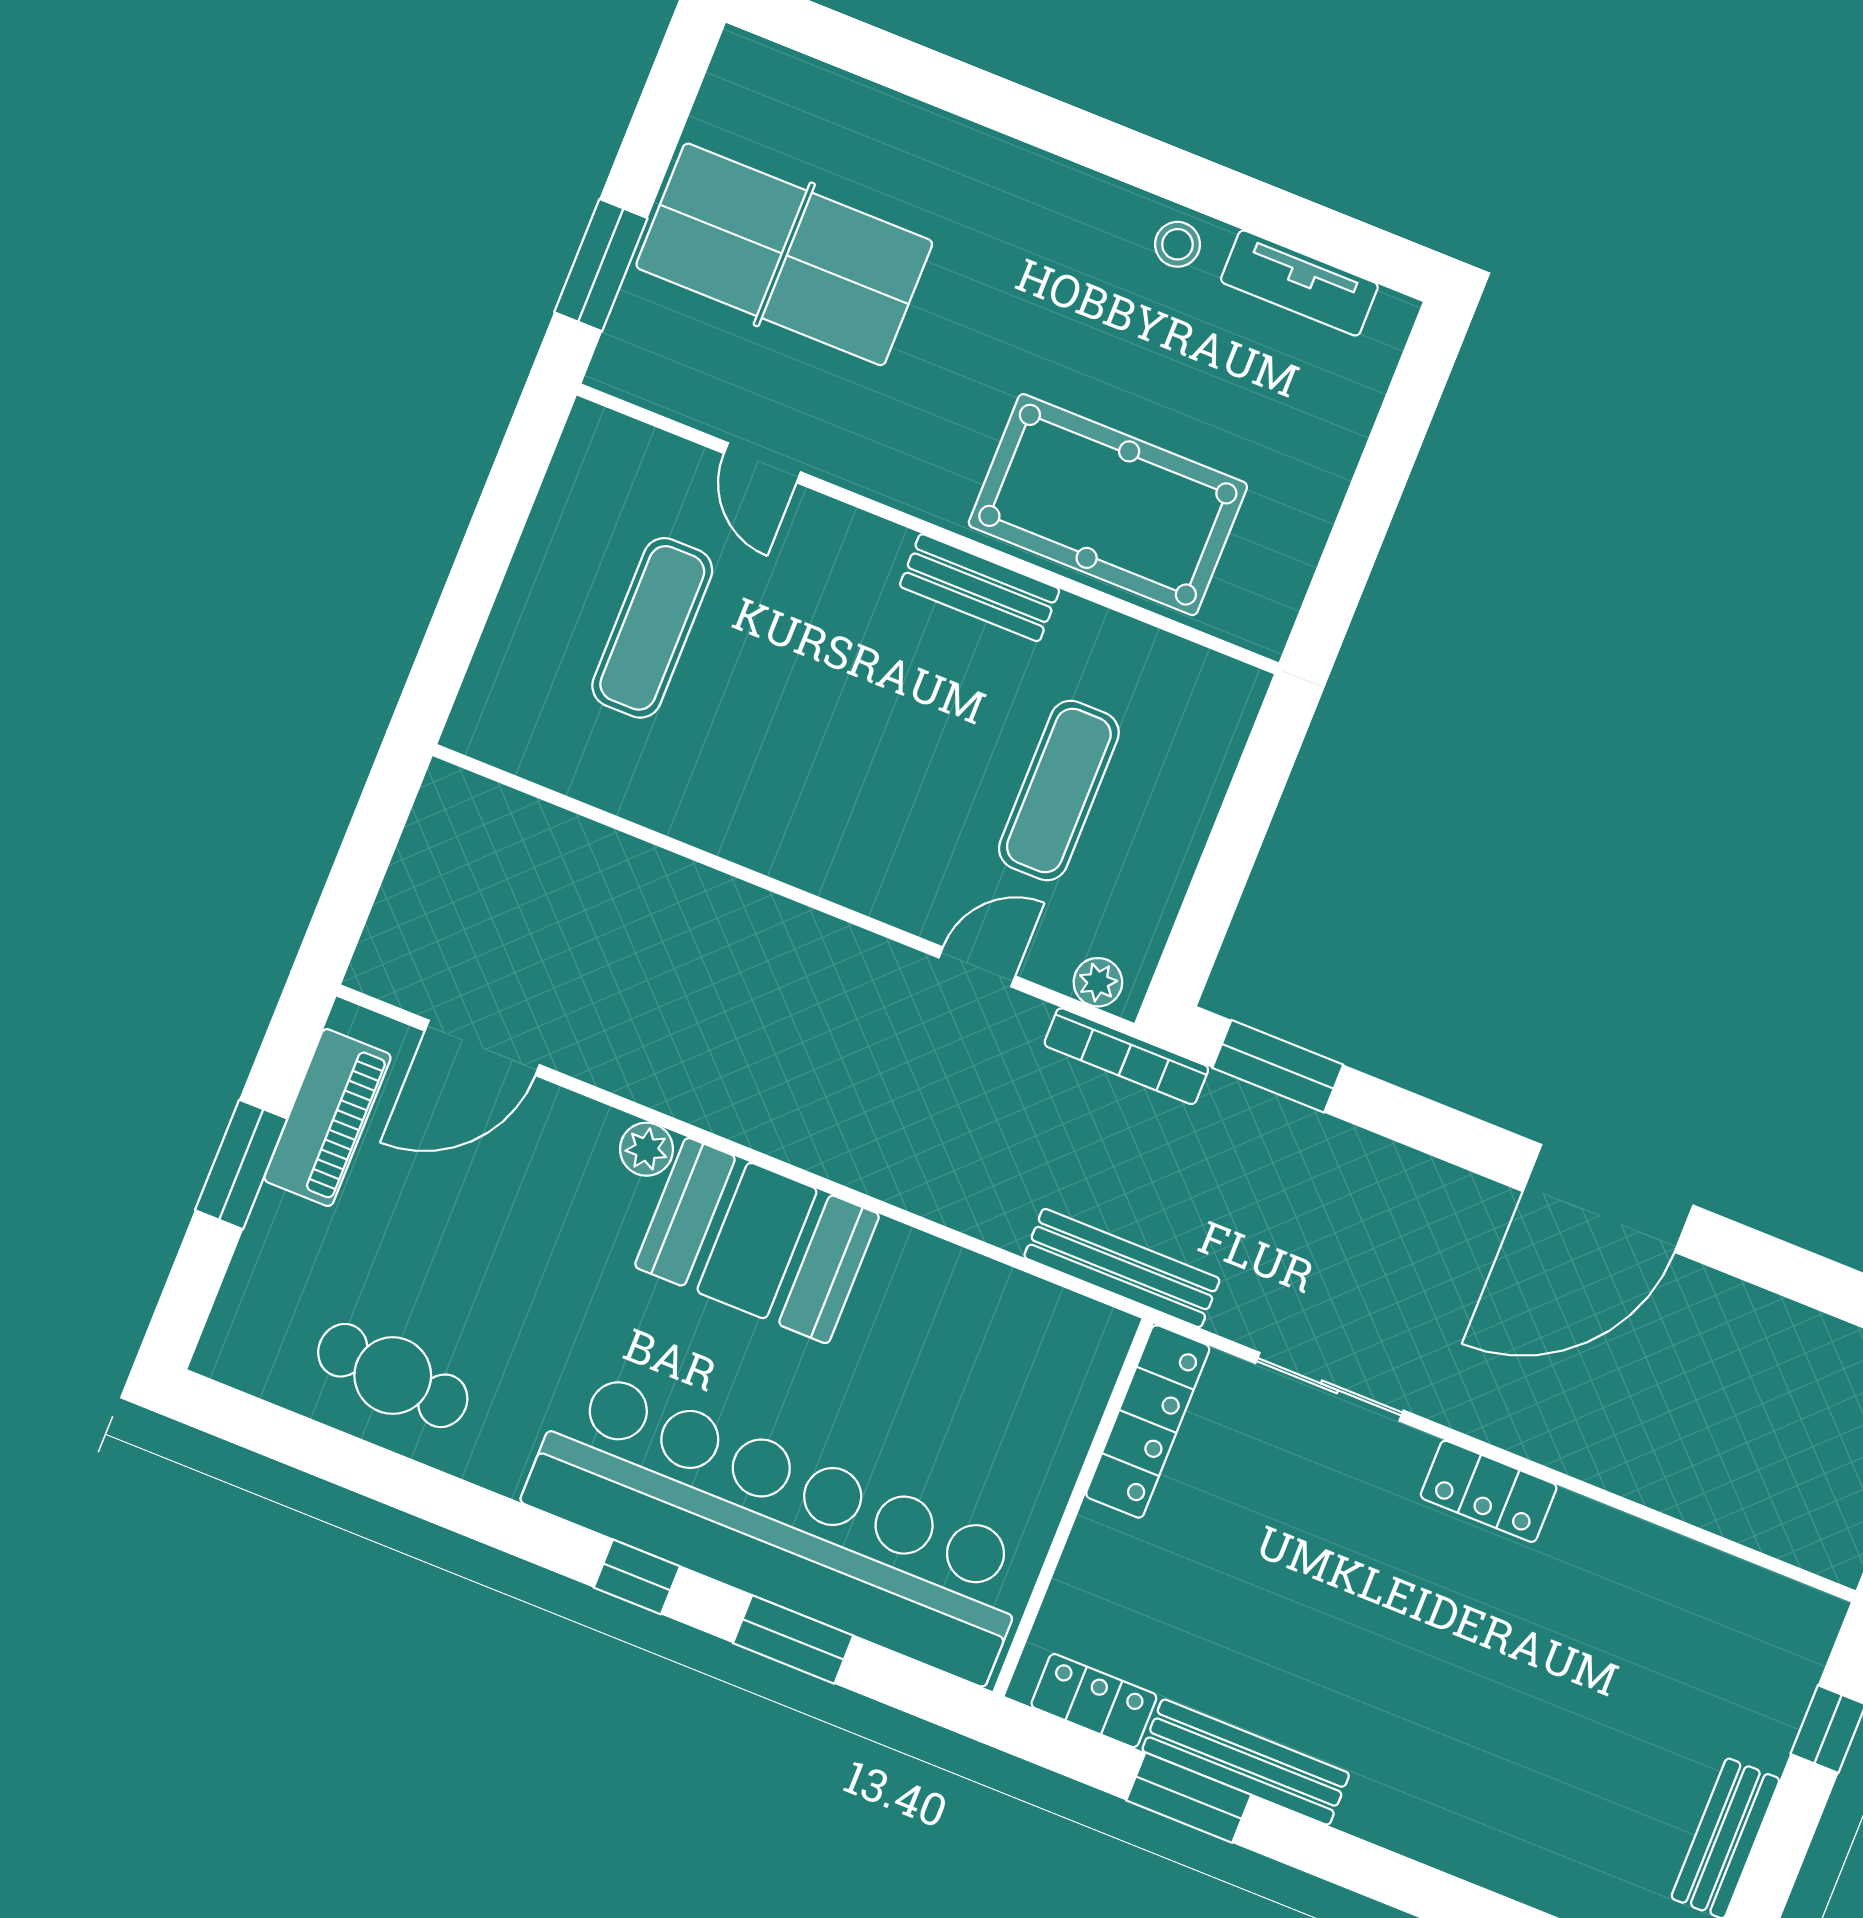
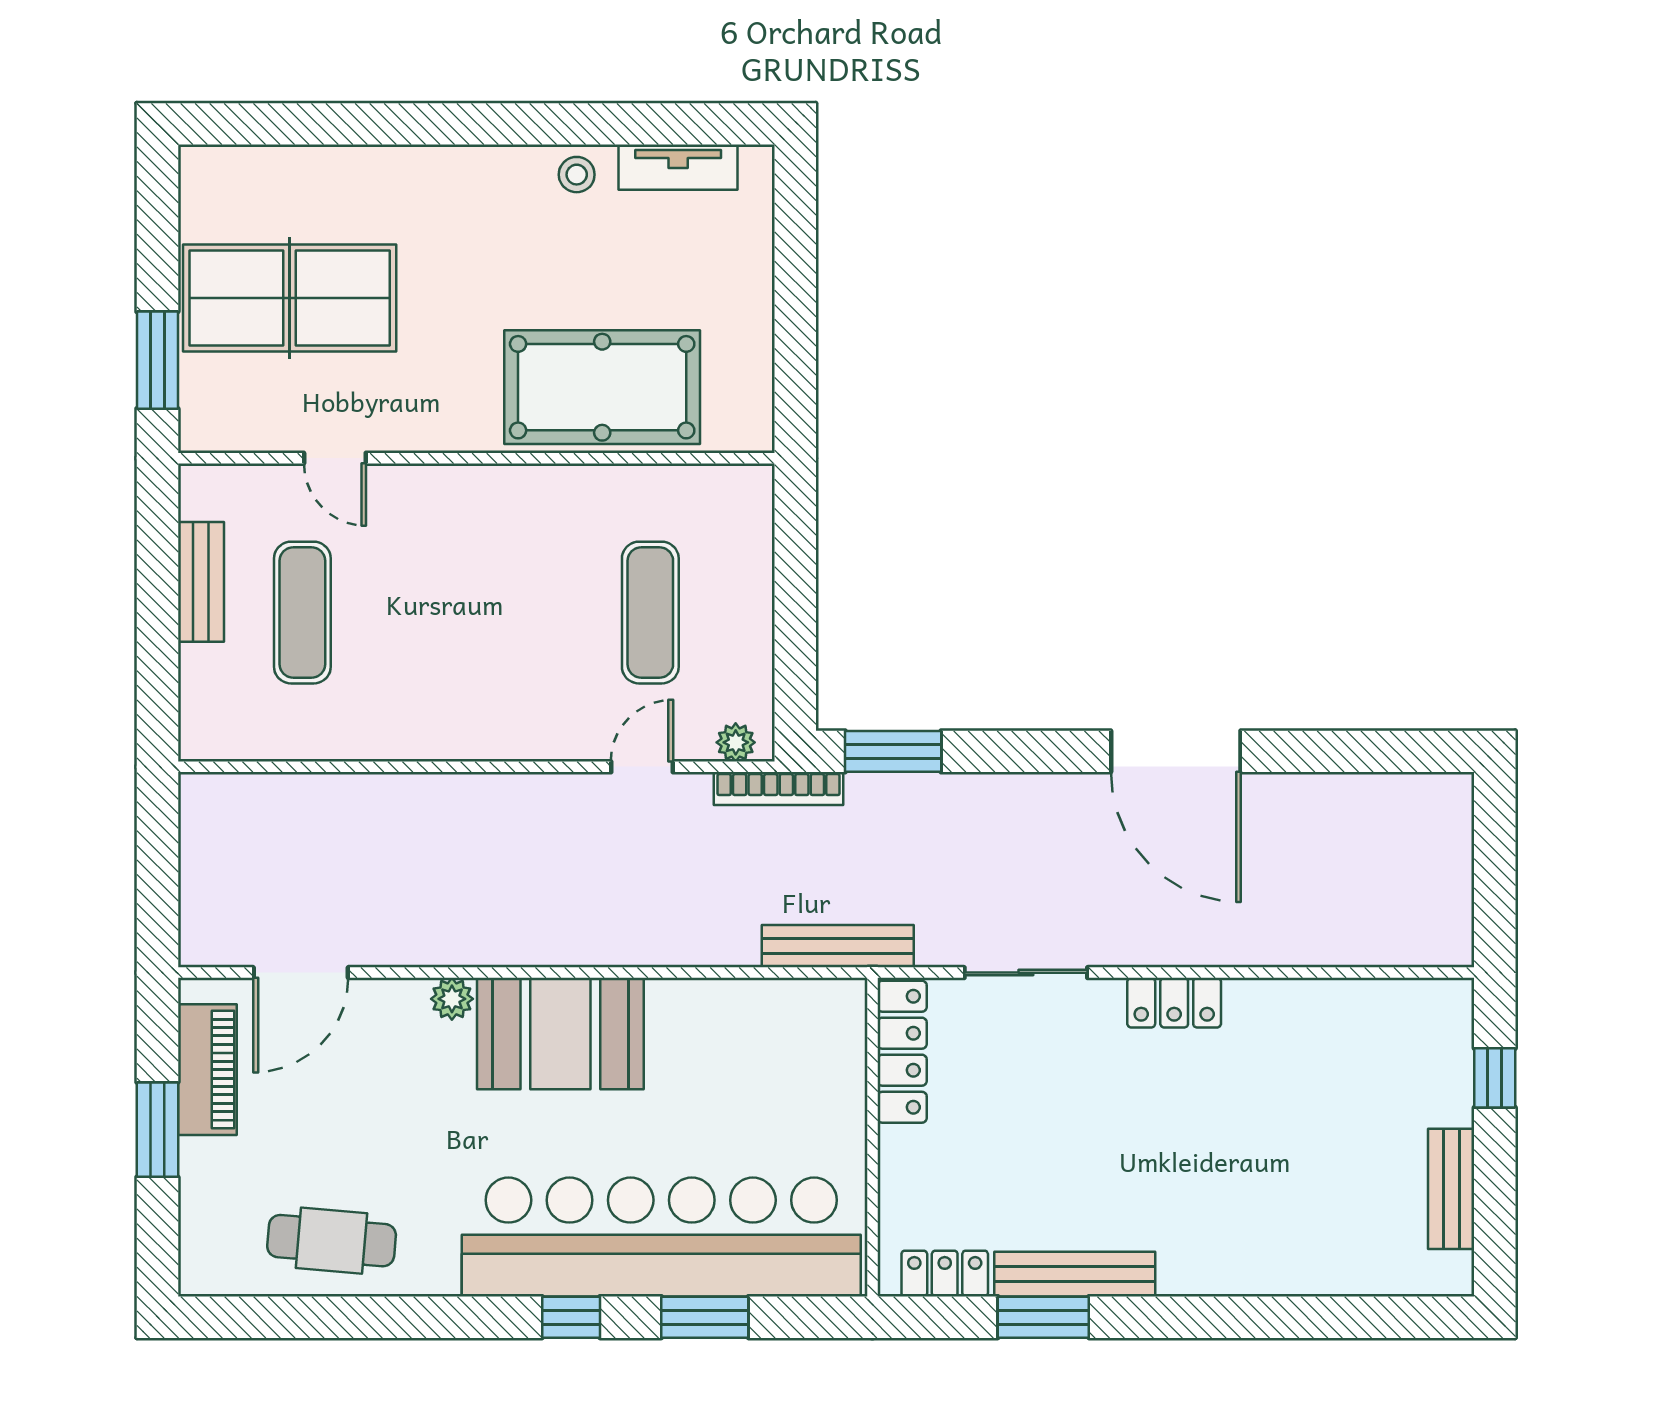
bench: (980, 588) -> (201, 582), moved, turned 90
door: (1608, 1198) -> (1176, 751), hinge flipped

